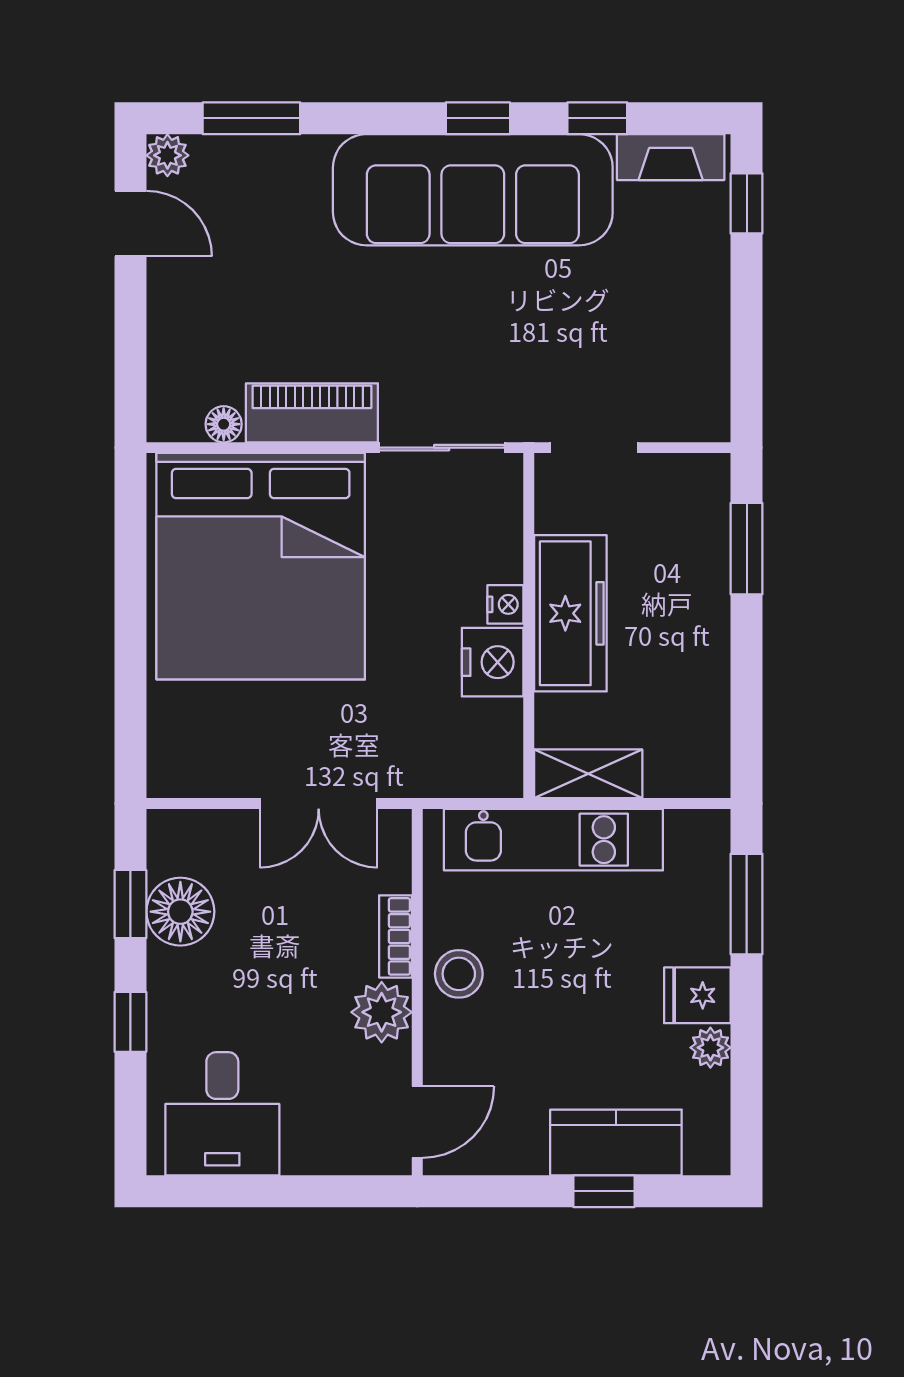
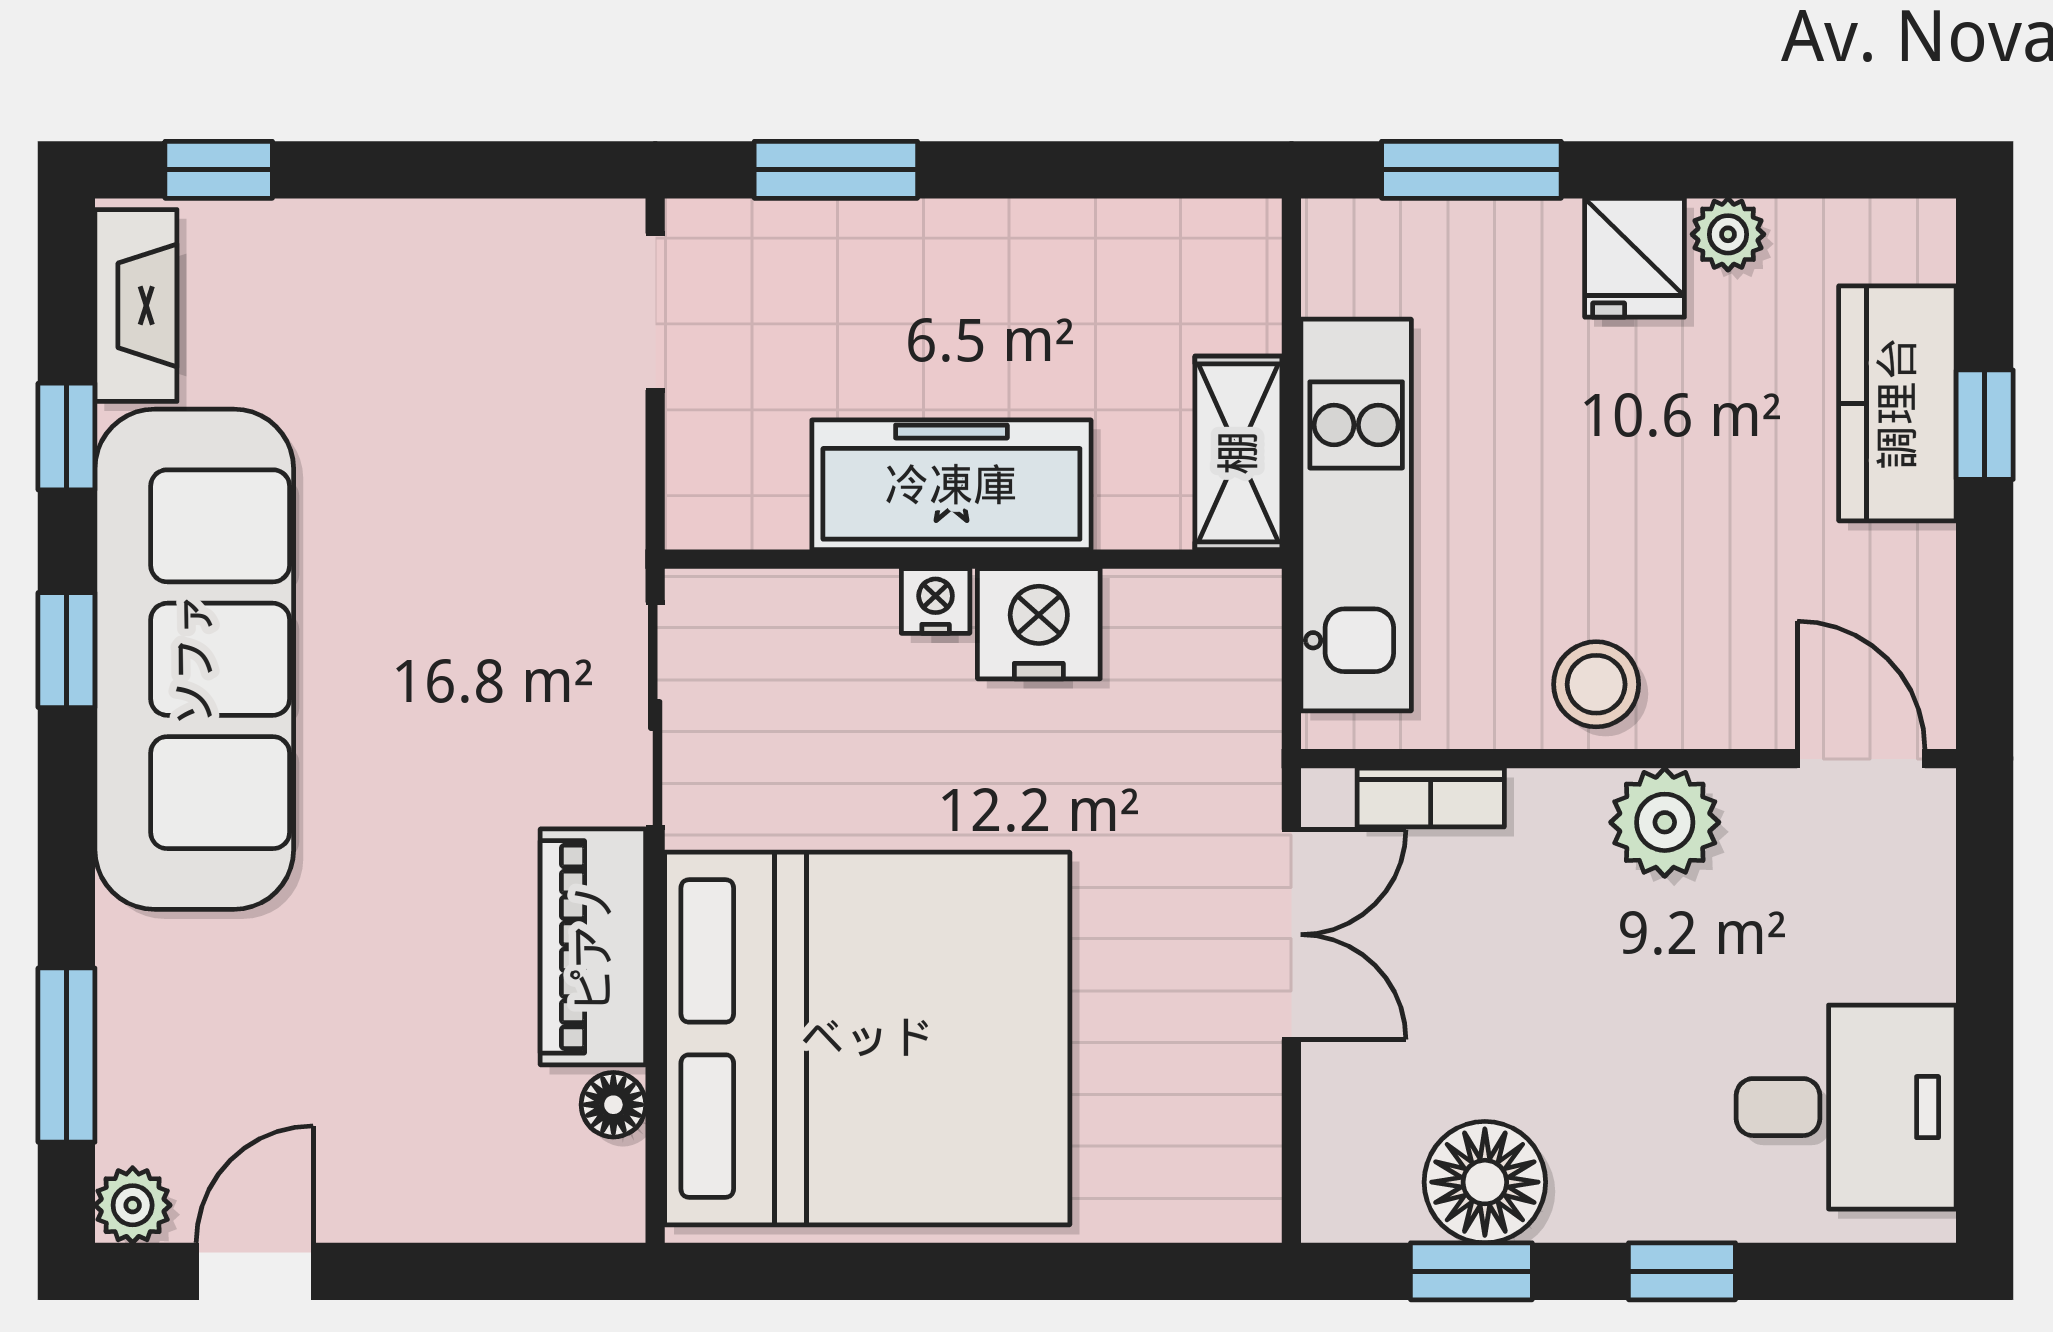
doorway: (594, 448) -> (655, 312), moved
bookcase: (395, 936) -> (1431, 797), moved

